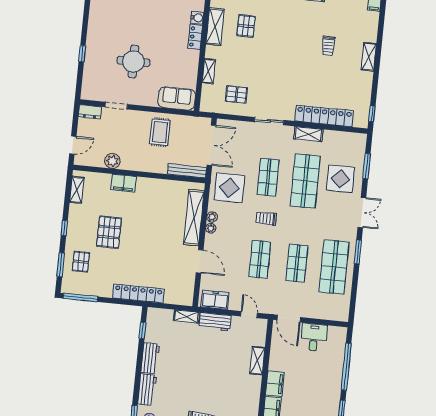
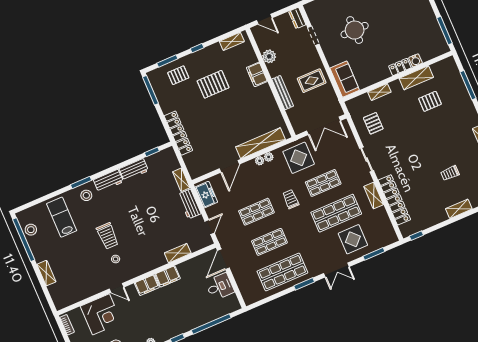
bench: (187, 171) -> (283, 93), moved

